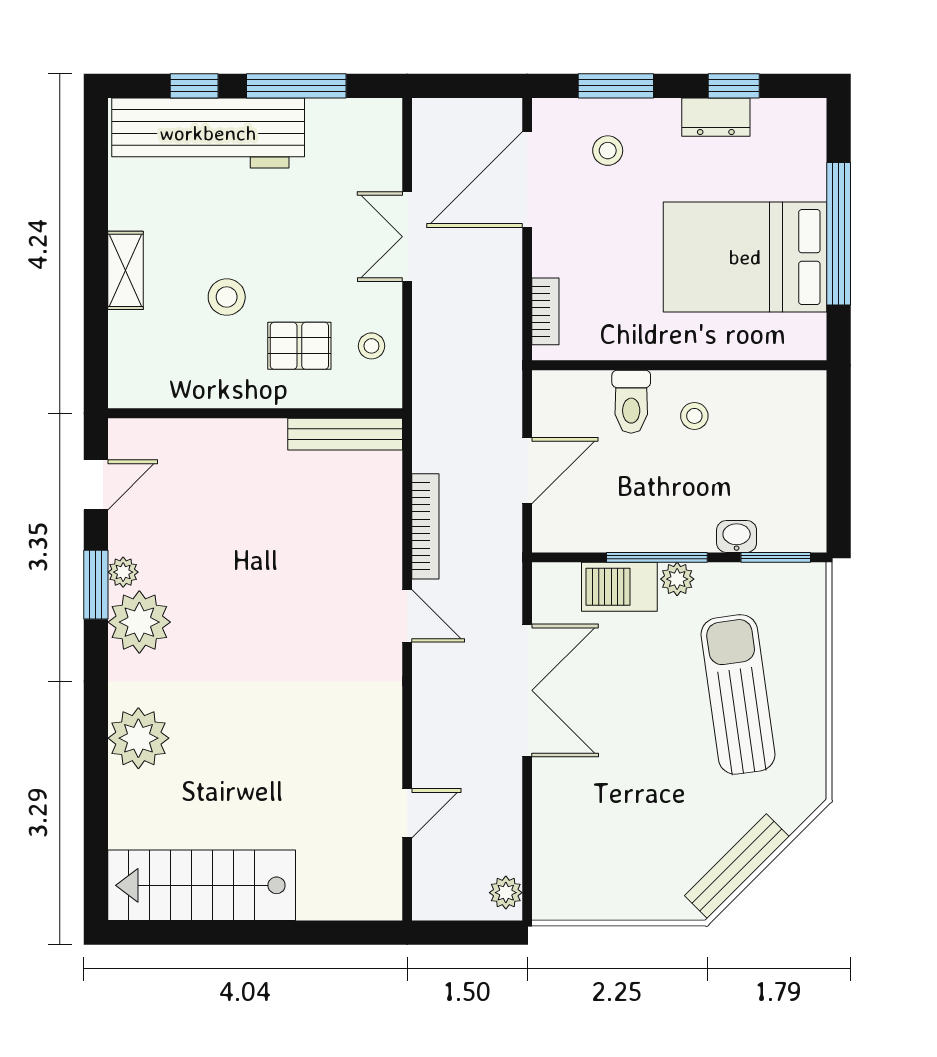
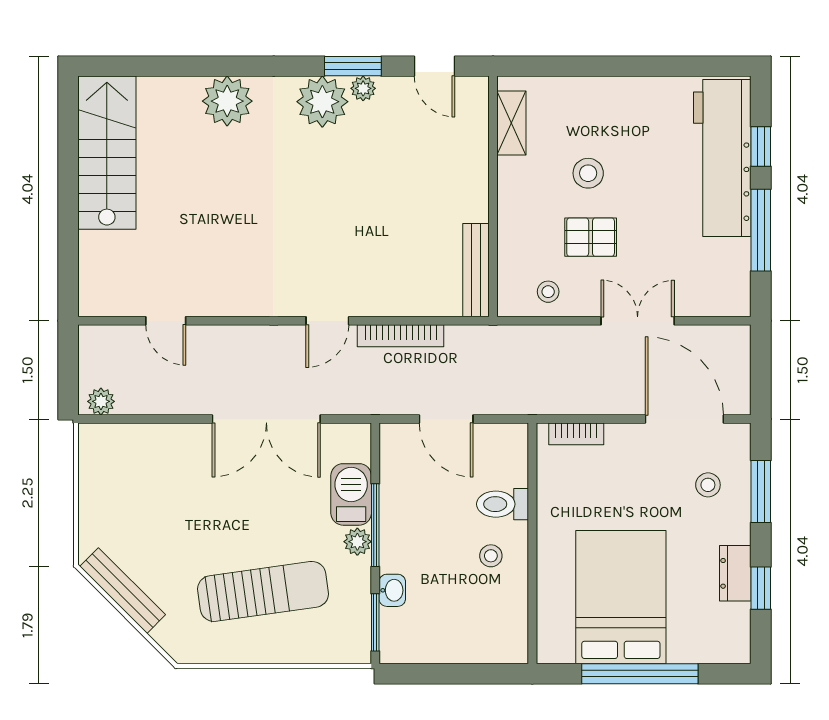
shelving: (125, 270) -> (511, 123), moved, turned 90
pallet: (299, 346) -> (591, 237), moved, turned 90

